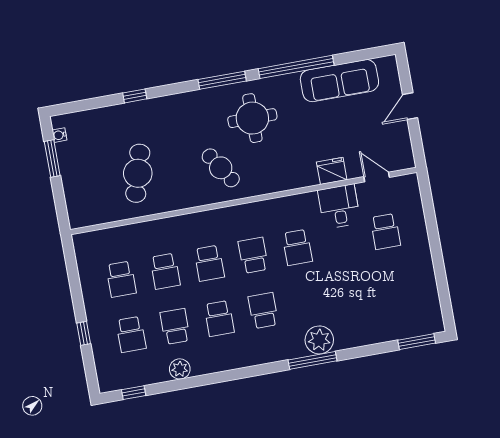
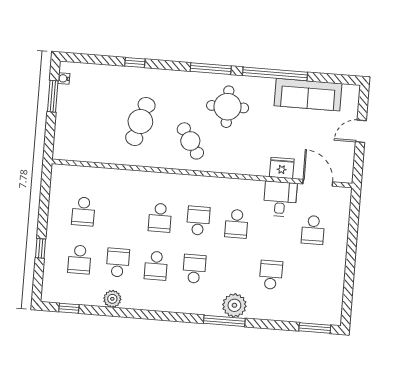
cafe table: (138, 173) -> (140, 121), moved
door: (377, 177) -> (318, 183), width x1.38
school desk: (165, 271) -> (271, 275), moved, turned 180

